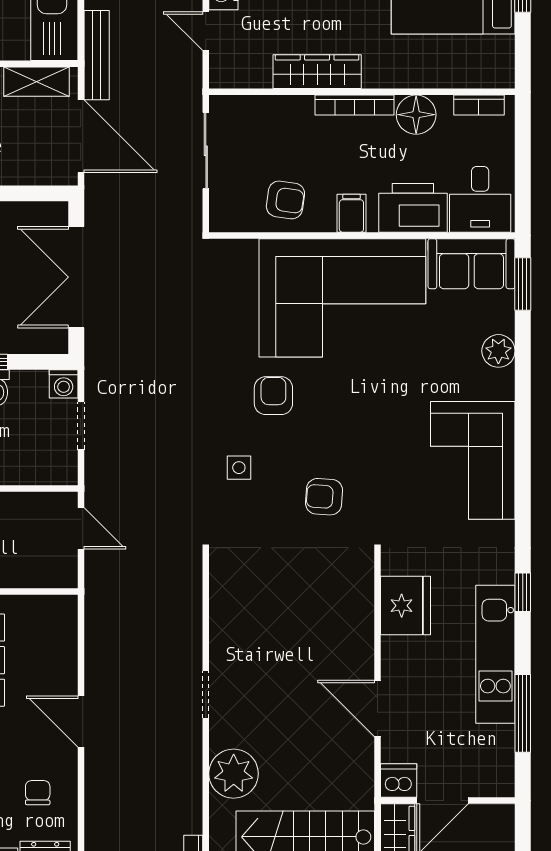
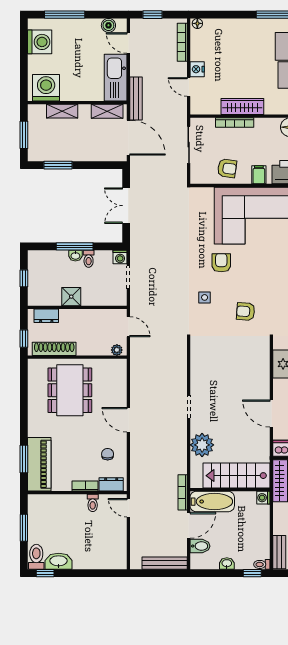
bookcase: (355, 105) -> (235, 123), moved
double door: (76, 277) -> (126, 206), width x0.73
plant: (57, 577) -> (117, 350), added

